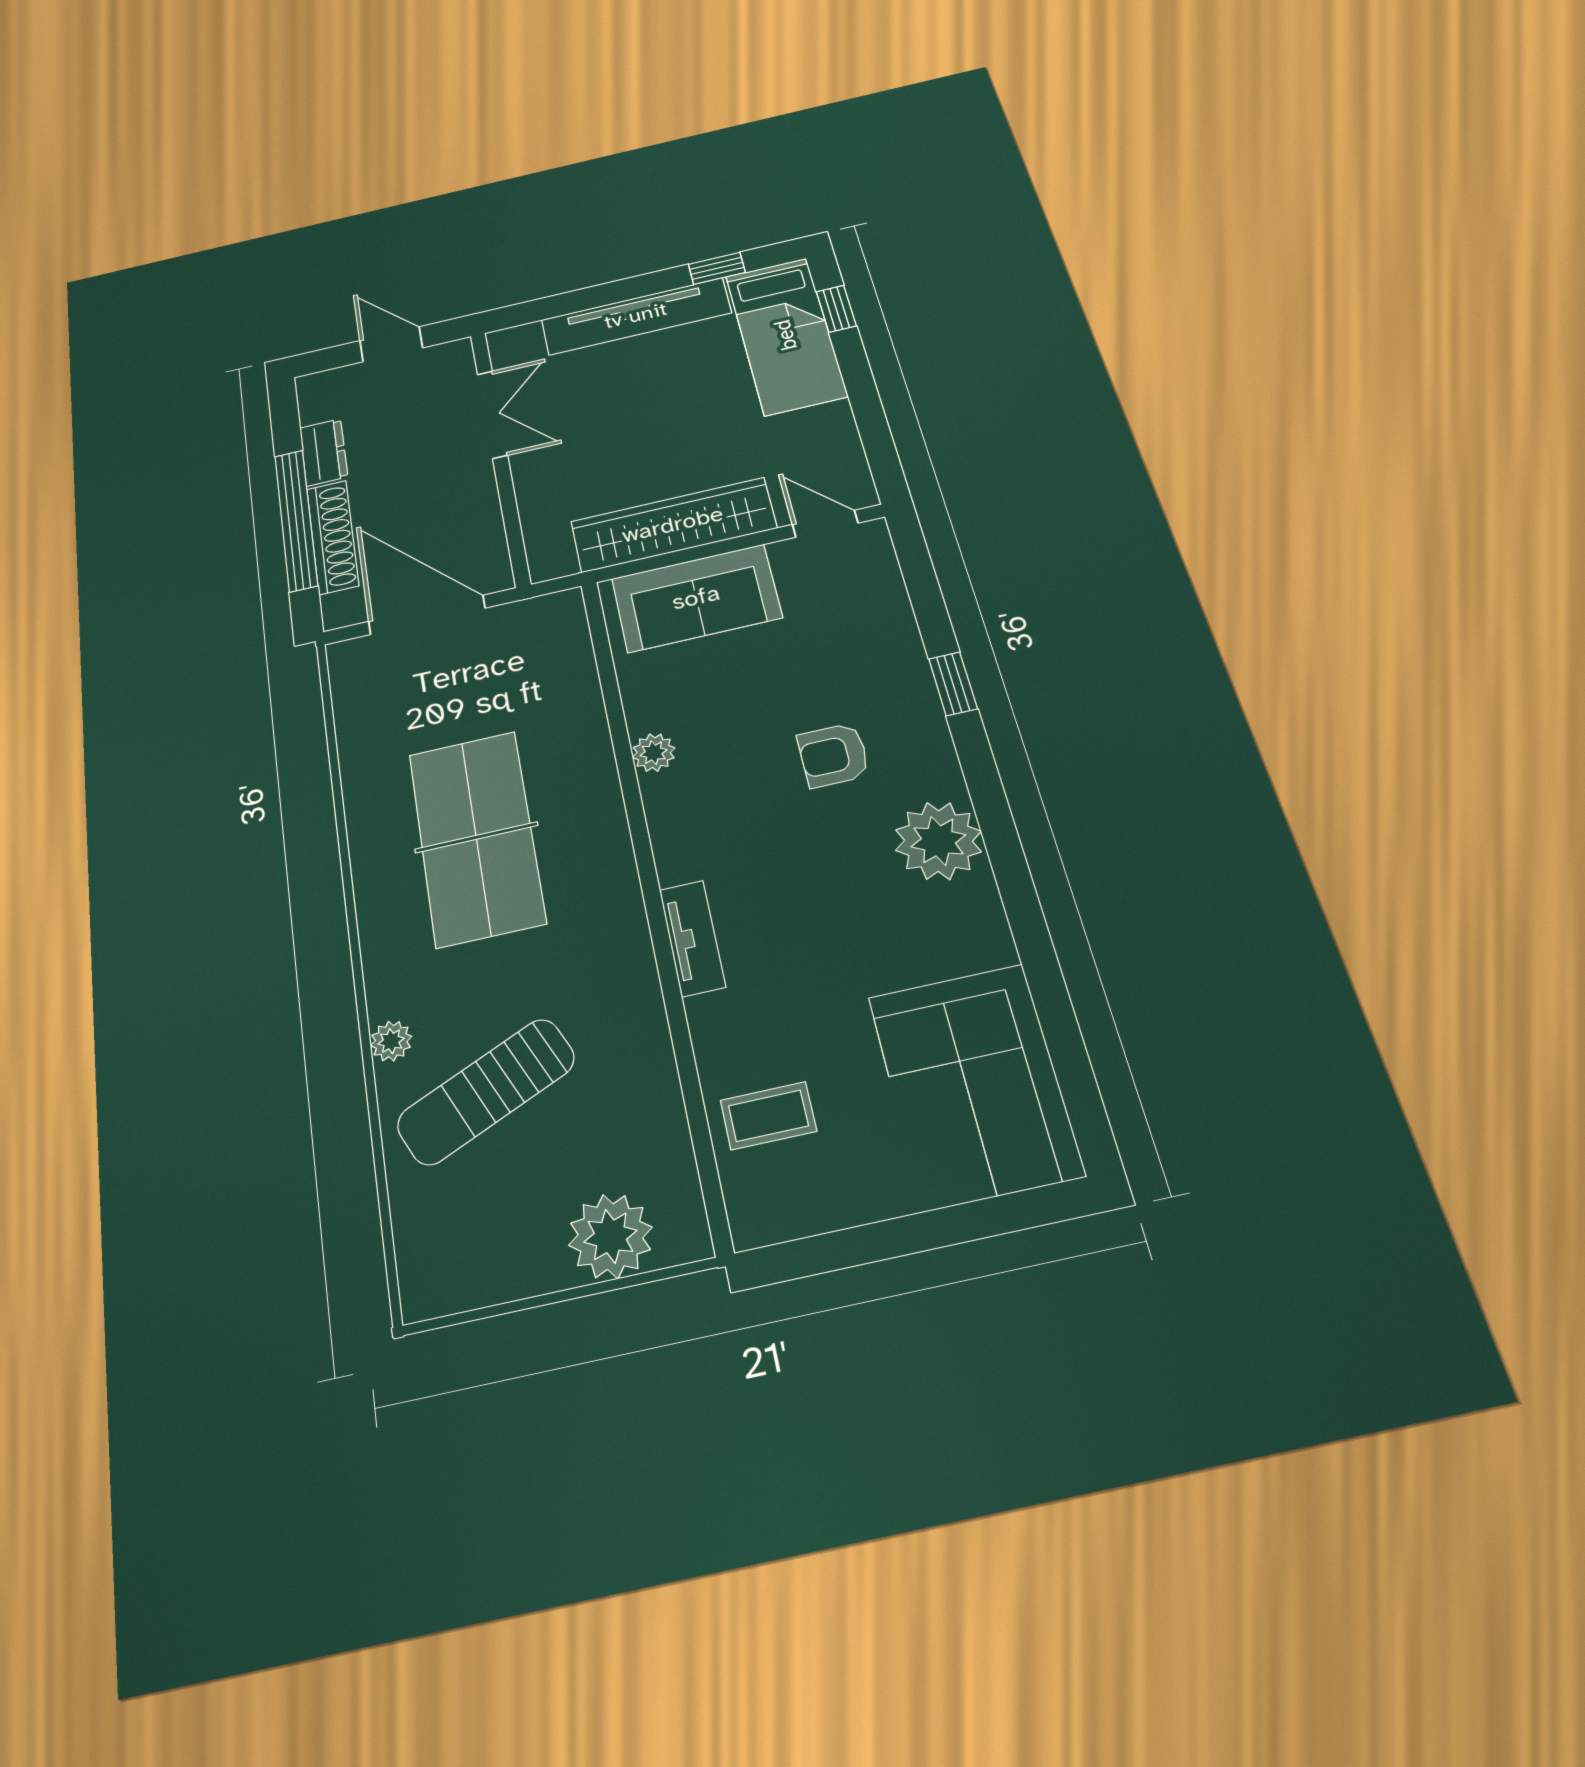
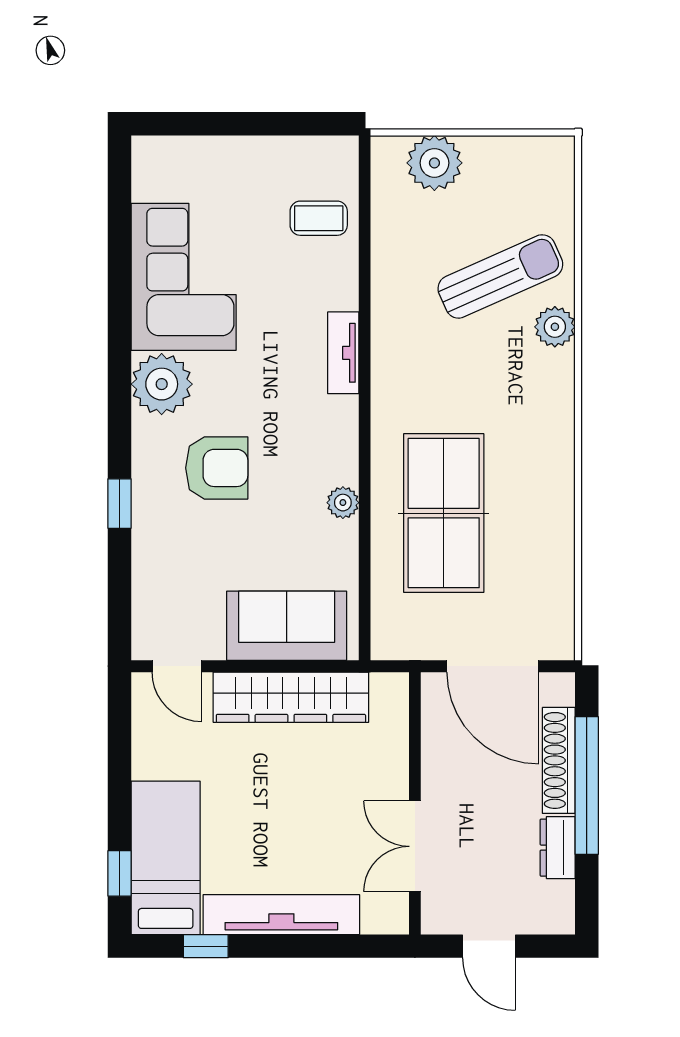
armchair: (833, 755) -> (217, 468), width x1.38, depth x1.38
table tennis table: (476, 837) -> (444, 513), moved
plant: (391, 1041) -> (555, 327), width x1.38, depth x1.38
corner sofa: (975, 1085) -> (184, 277), moved

